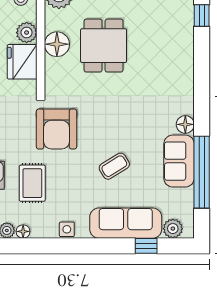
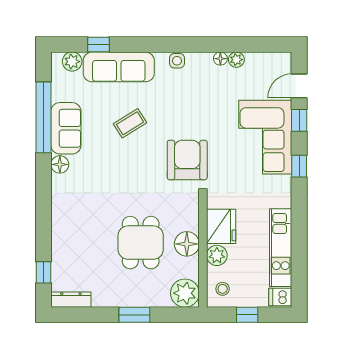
rug: (32, 183) -> (211, 106), removed

